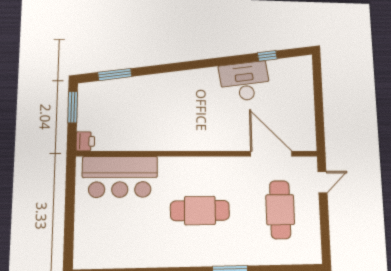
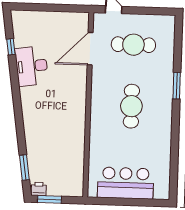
printer: (85, 141) -> (39, 189), moved
bar counter: (120, 177) -> (126, 183), moved, turned -90

